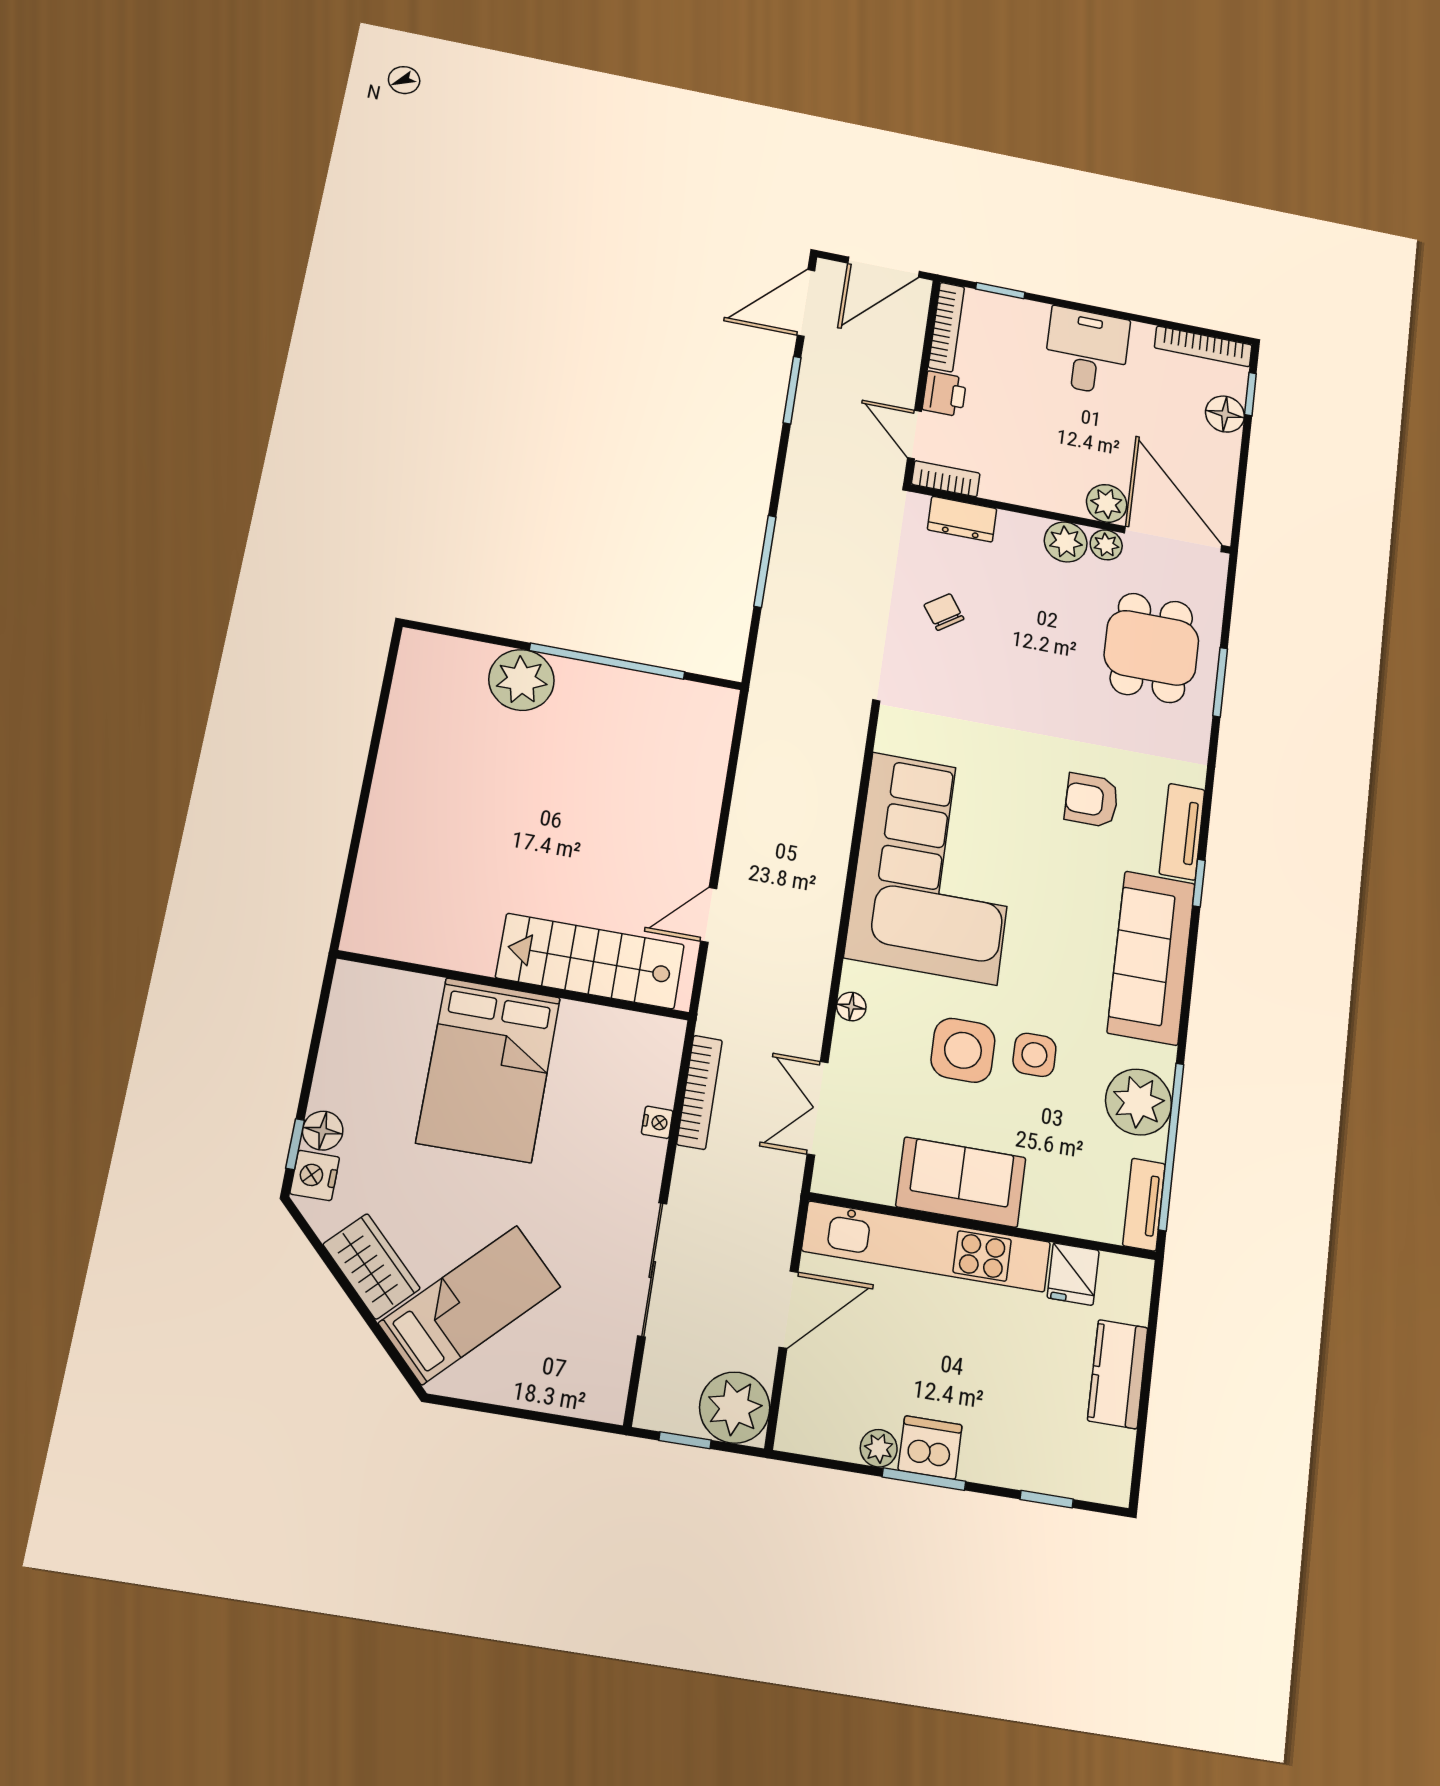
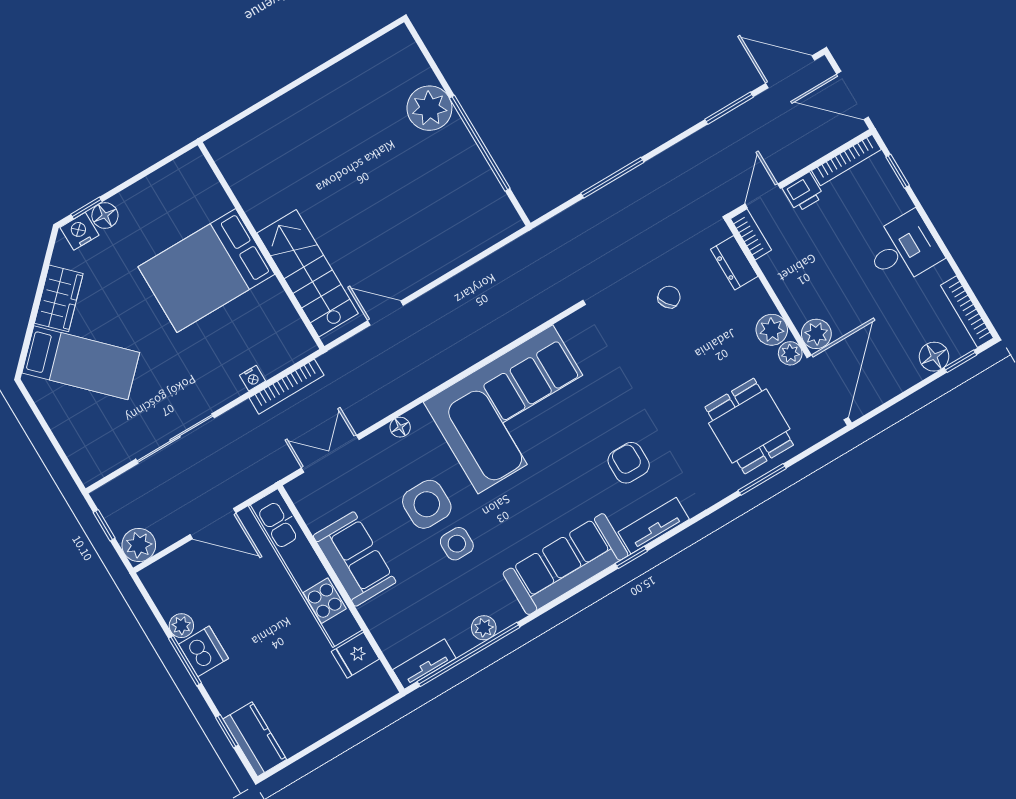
dining table: (1151, 648) -> (749, 426), turned 90
plant: (1138, 1102) -> (484, 628), width x0.53, depth x0.53
kitchen counter: (1118, 1374) -> (255, 739), moved, turned 90
plant: (735, 1408) -> (139, 545), width x0.73, depth x0.73

